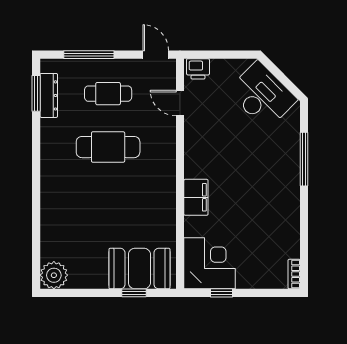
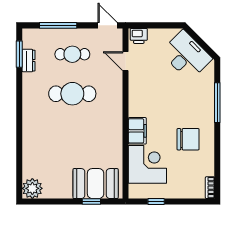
dresser: (49, 95) -> (28, 61), width x0.70
chair: (265, 209) -> (188, 139), added
corner desk: (210, 263) -> (147, 164), moved

